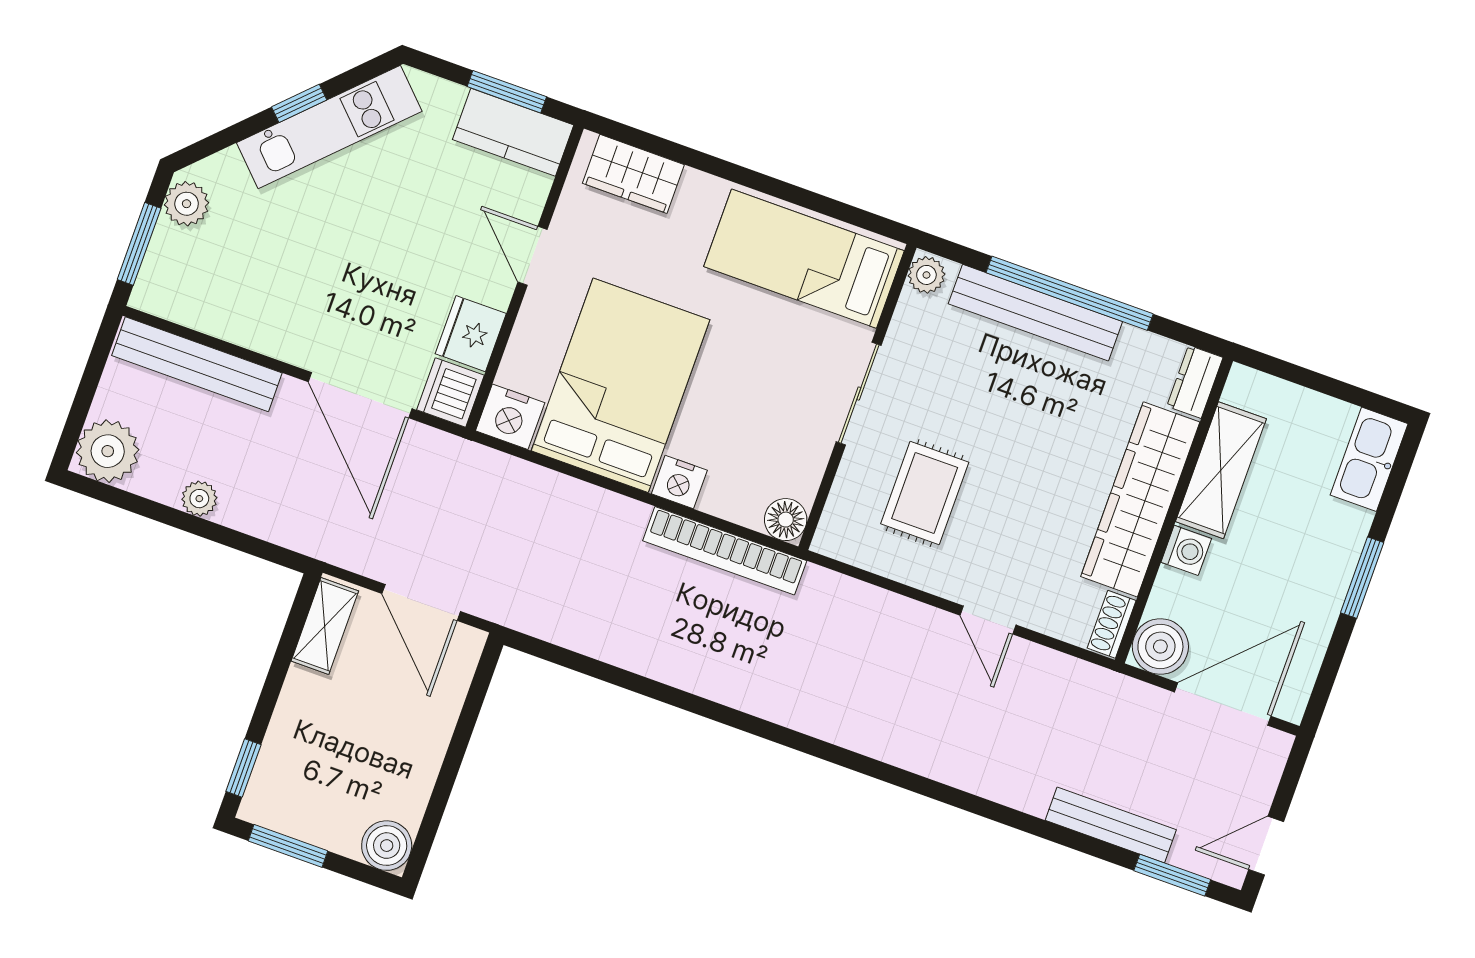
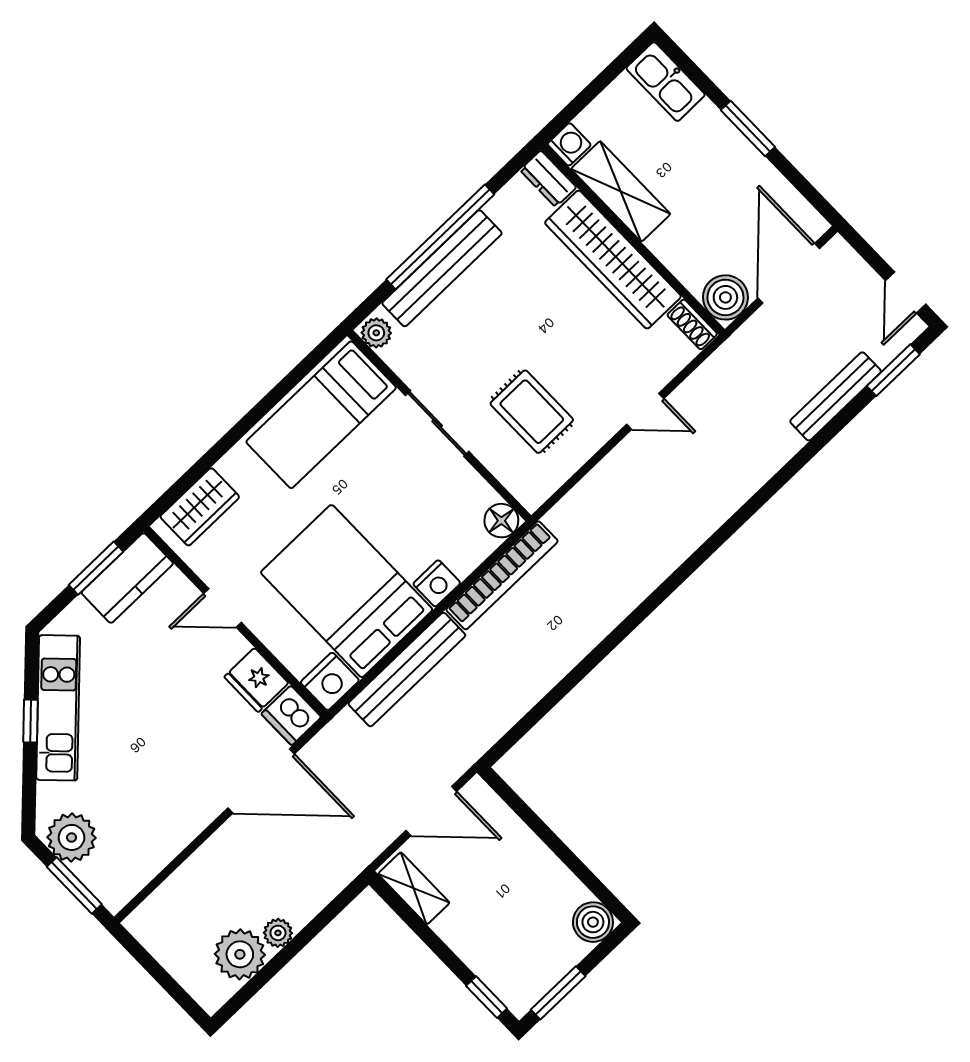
plant: (187, 204) -> (72, 837), width x1.36, depth x1.36
bench: (197, 364) -> (407, 670), moved
plant: (108, 451) -> (240, 954), moved
washing machine: (1186, 550) -> (569, 144), moved

